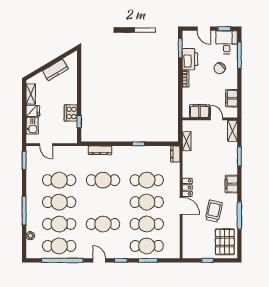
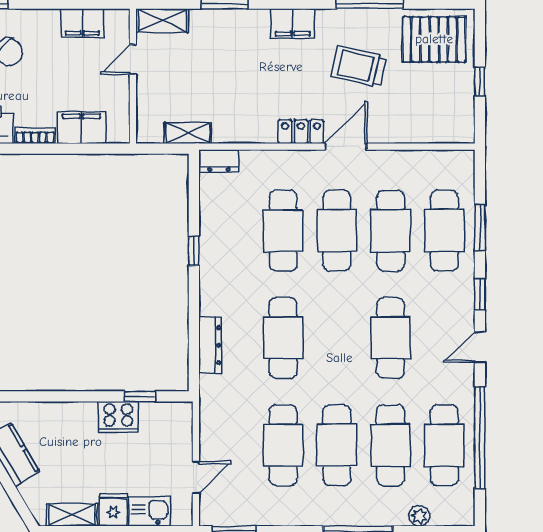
filing cabinet: (200, 111) -> (81, 128), moved, turned 90

